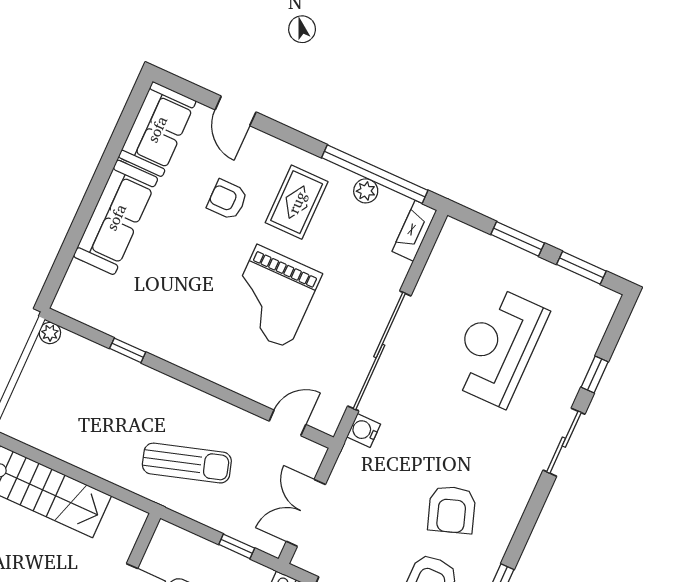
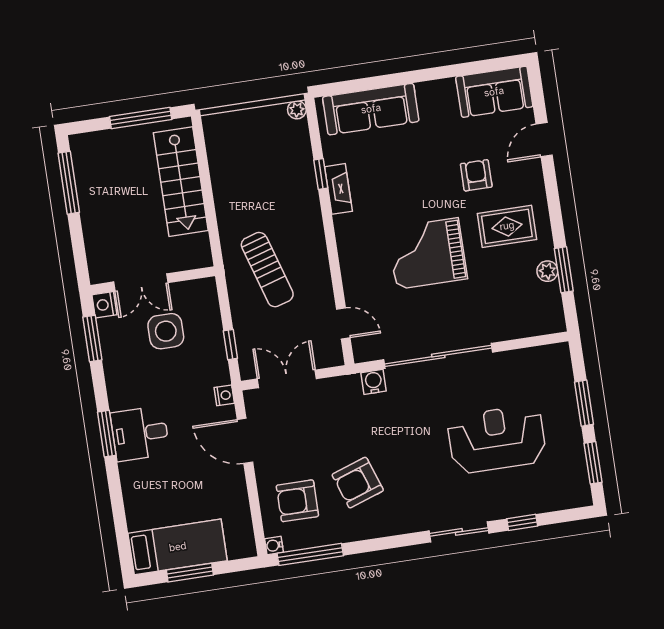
window: (375, 174) -> (564, 270), width x0.47
sofa: (116, 217) -> (371, 109), moved
fireplace: (414, 231) -> (338, 189), moved, turned 90

